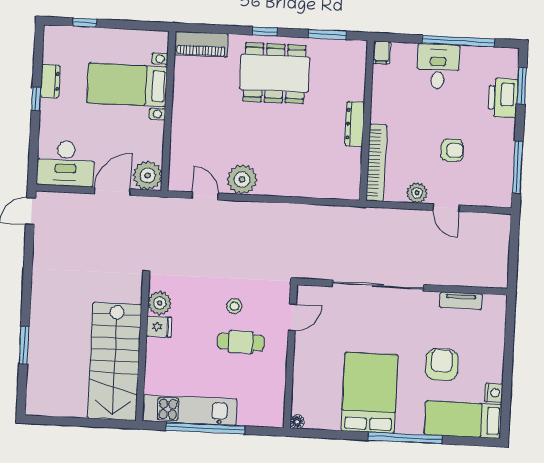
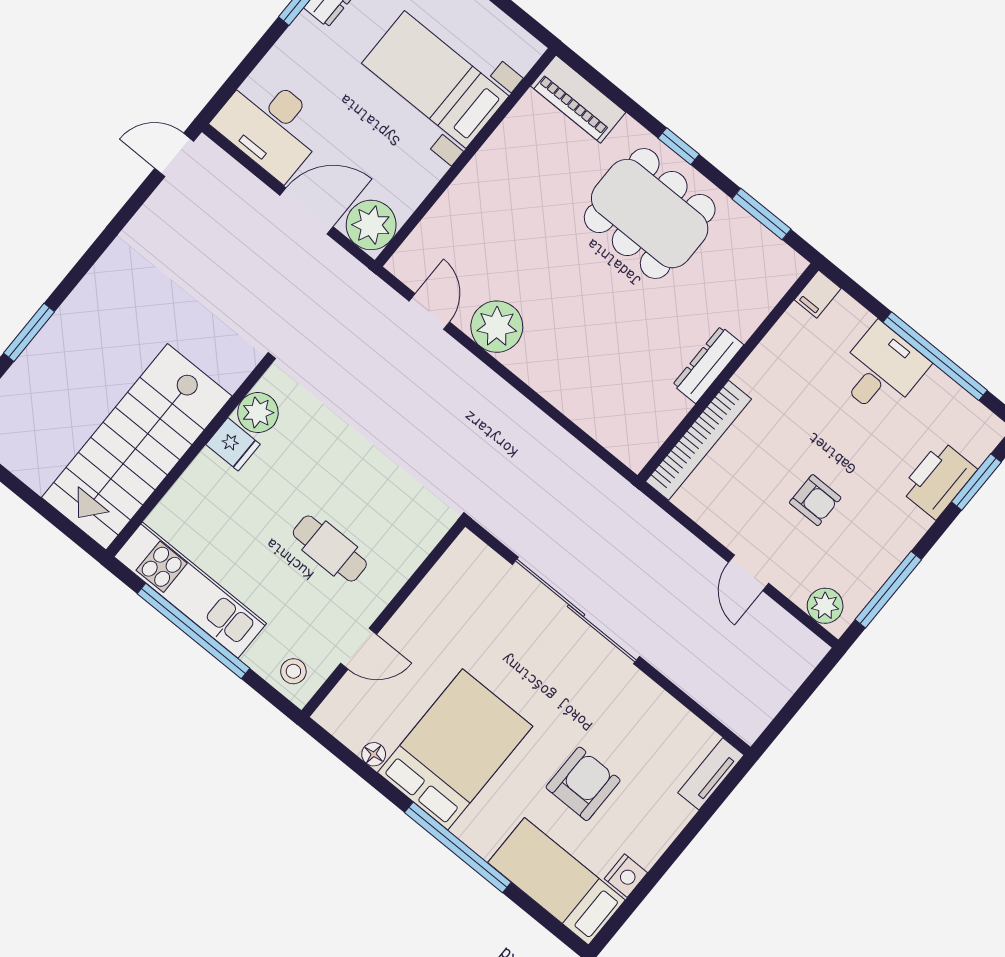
plant: (417, 193) -> (825, 606), moved
tv unit: (461, 301) -> (711, 774), moved, turned 90
stool: (234, 306) -> (293, 671), moved
door: (292, 317) -> (359, 649), moved
floor lamp: (297, 422) -> (374, 754), moved

